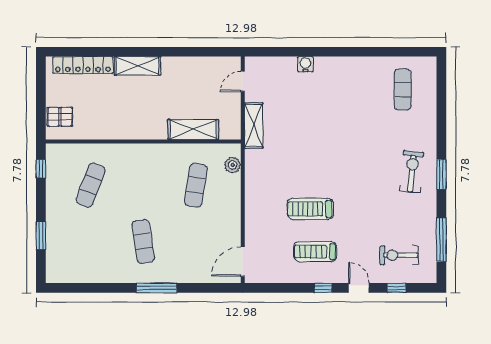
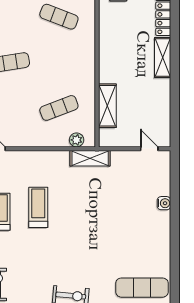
exercise mat: (403, 90) -> (142, 288), width x1.36, depth x1.45
shelving: (254, 125) -> (90, 158), moved
exercise mat: (196, 185) -> (59, 108), turned -30

